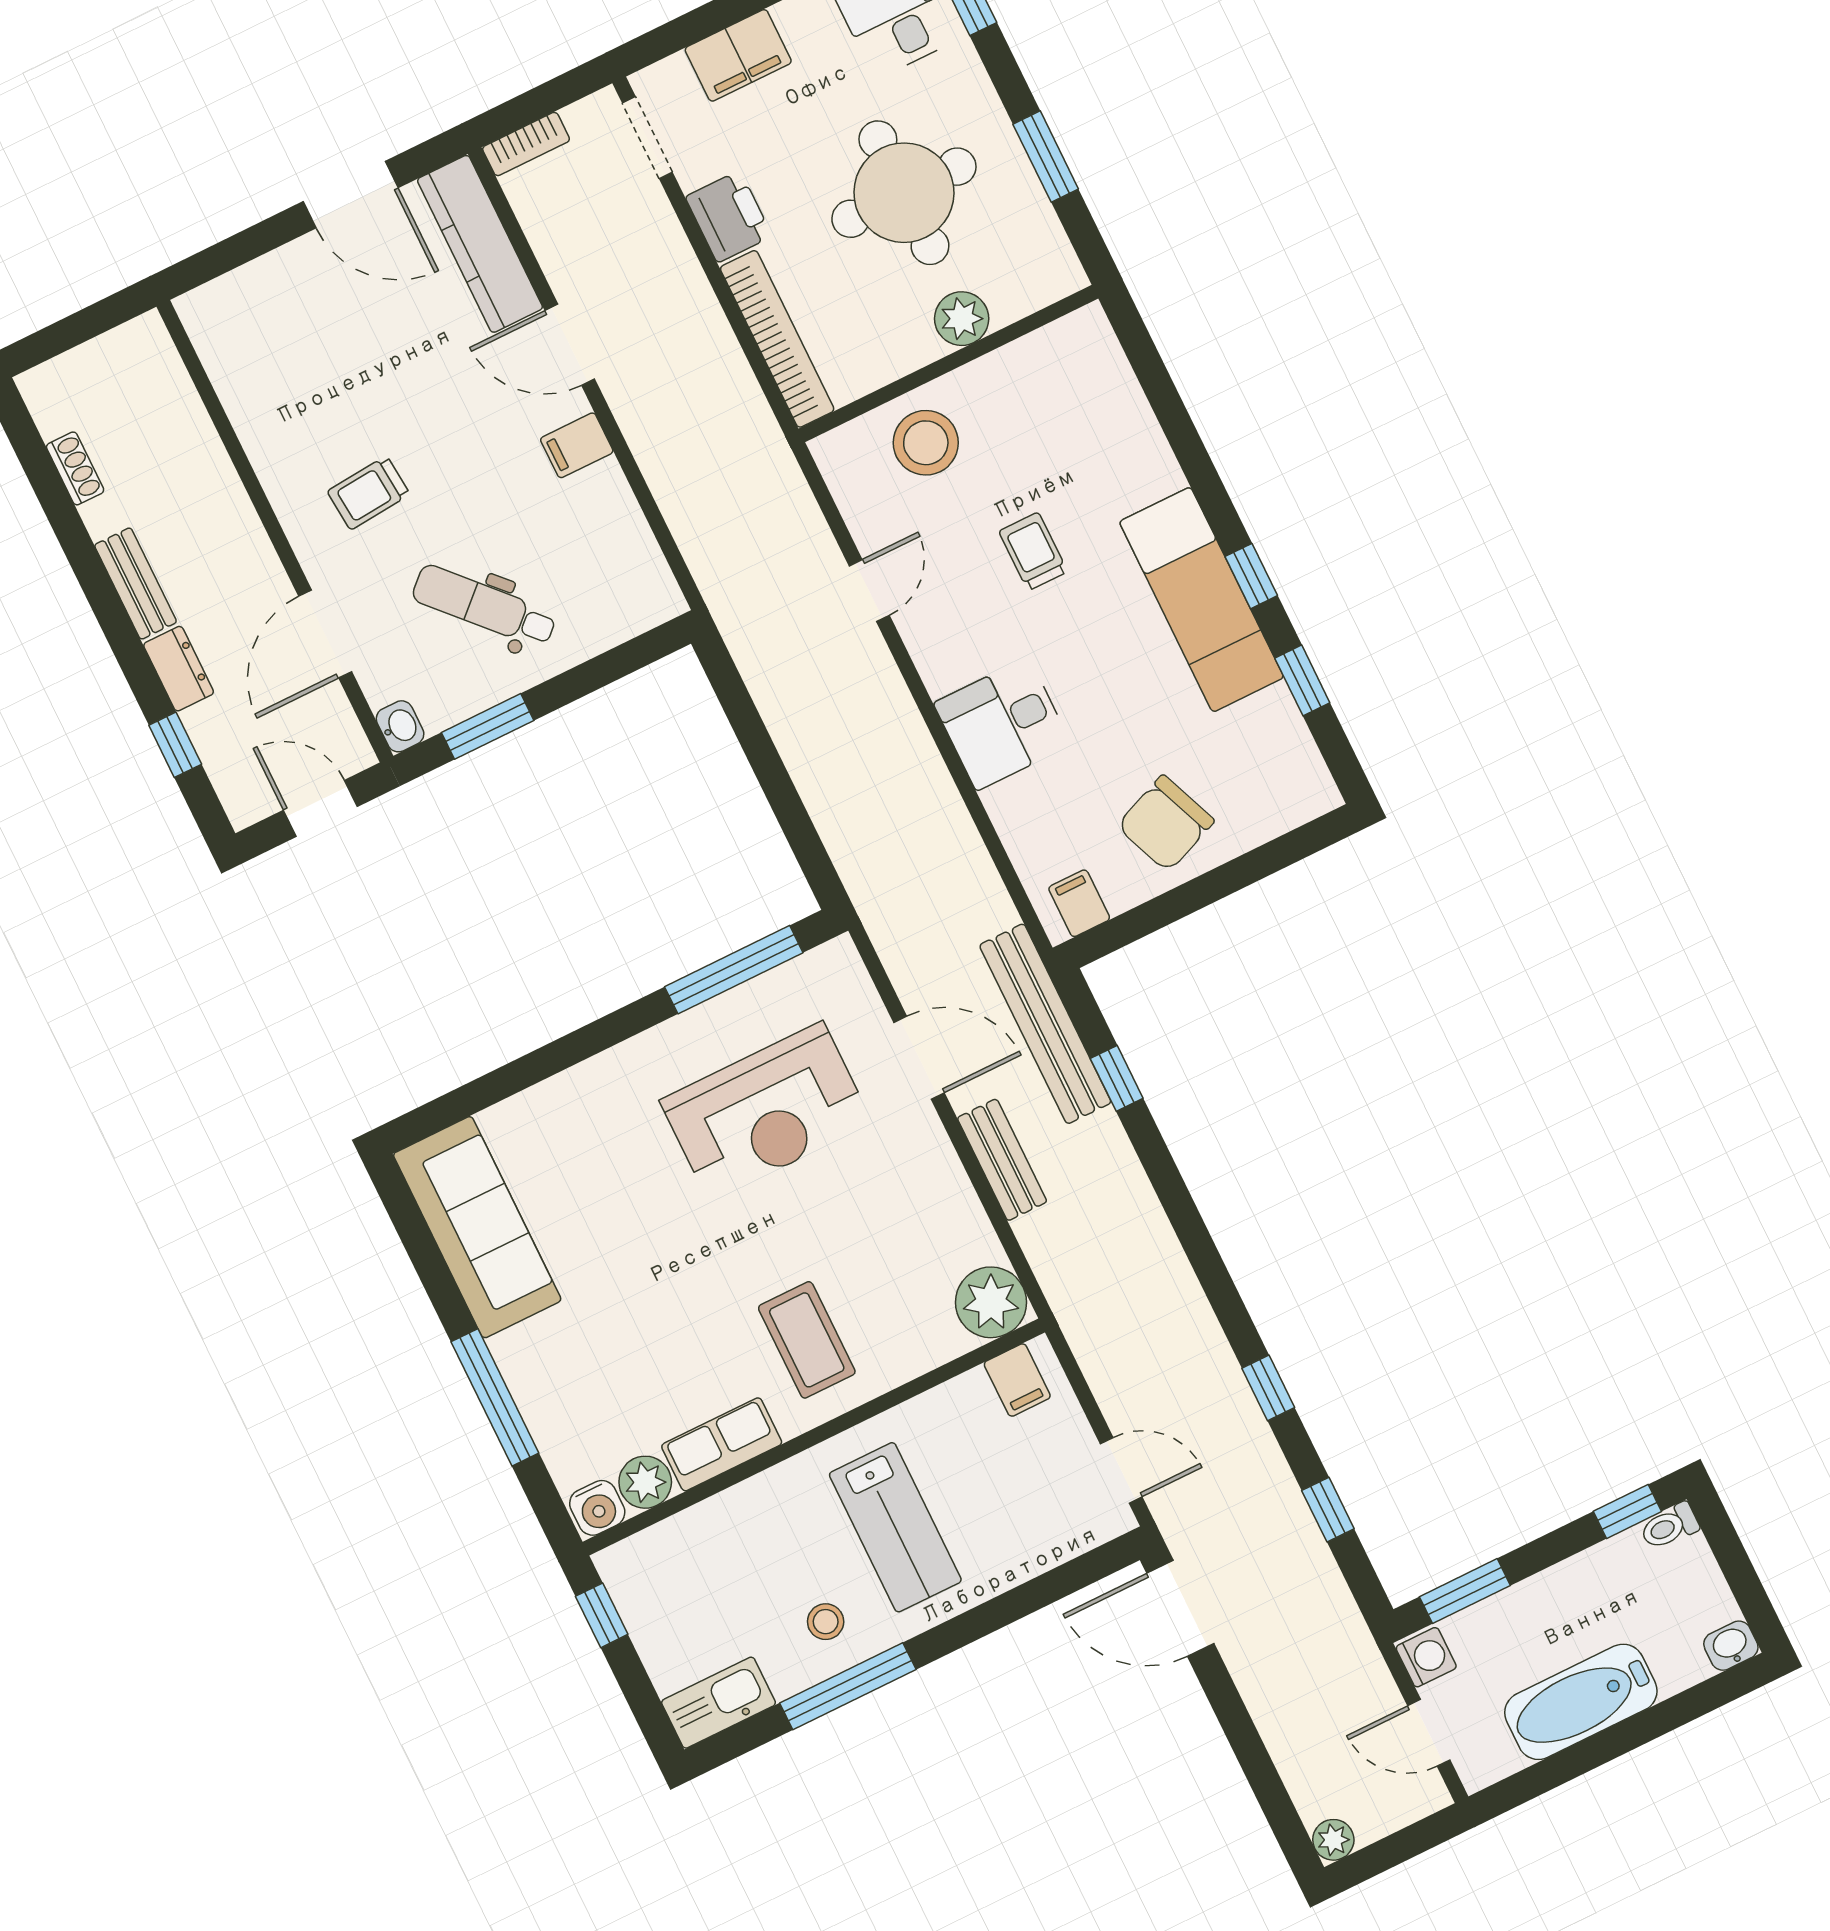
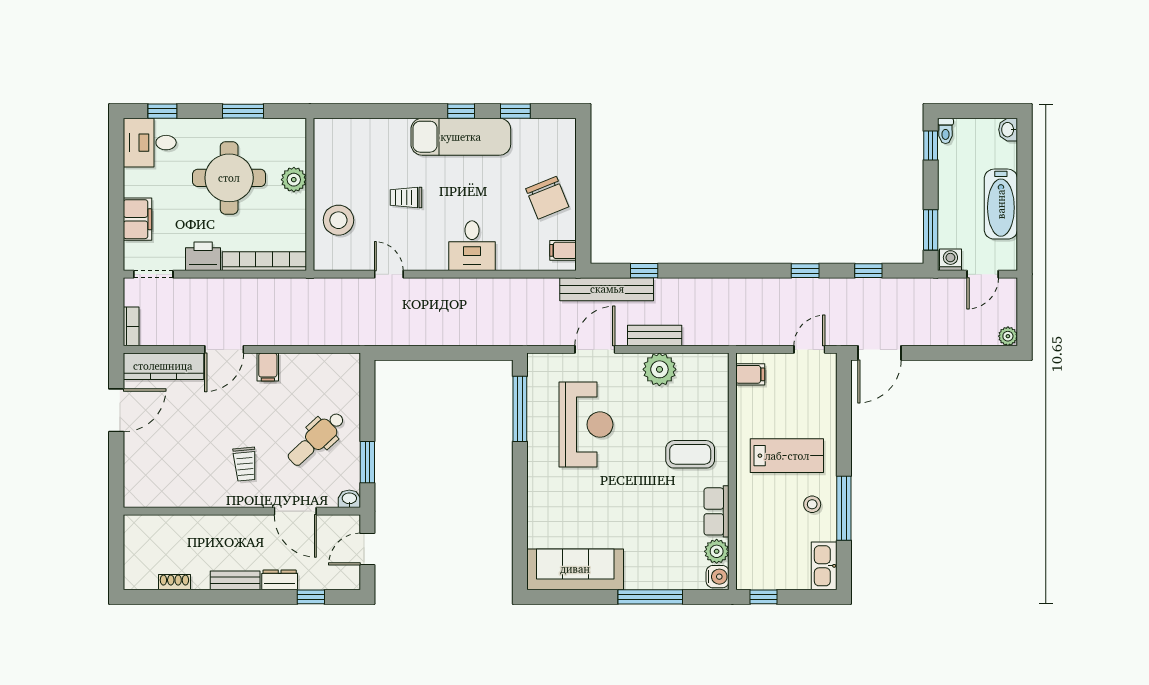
plant: (991, 1302) -> (659, 369), moved

